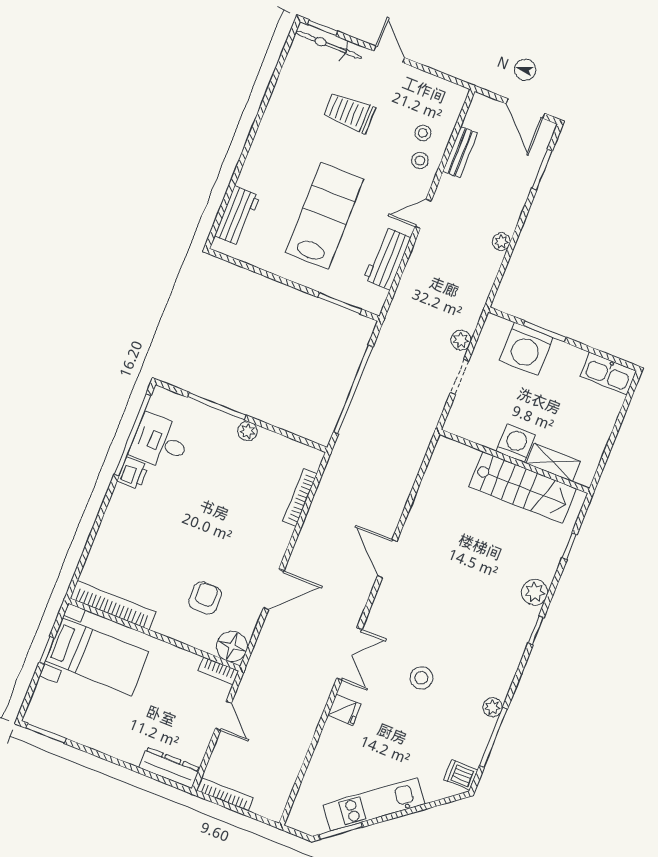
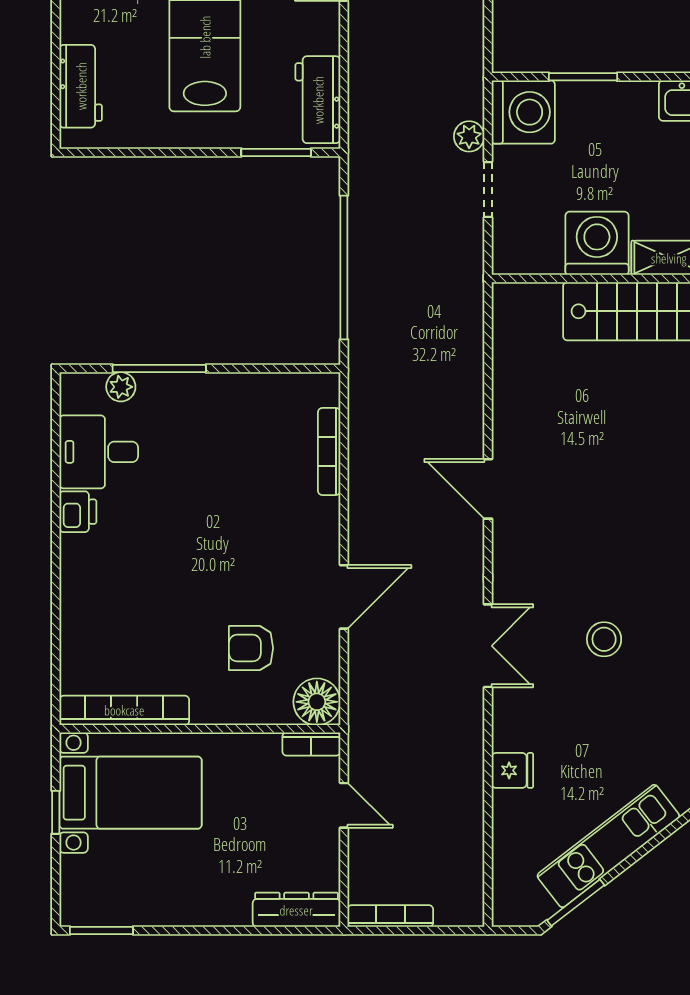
workbench: (387, 258) -> (318, 100), moved
washing machine: (526, 349) -> (523, 112), moved, turned -90
plant: (247, 431) -> (121, 387), moved
window: (132, 435) -> (56, 457), removed
washing machine: (516, 443) -> (597, 243), width x1.37, depth x1.37
armchair: (205, 598) -> (251, 648), turned -90
fridge: (344, 710) -> (512, 770), moved

